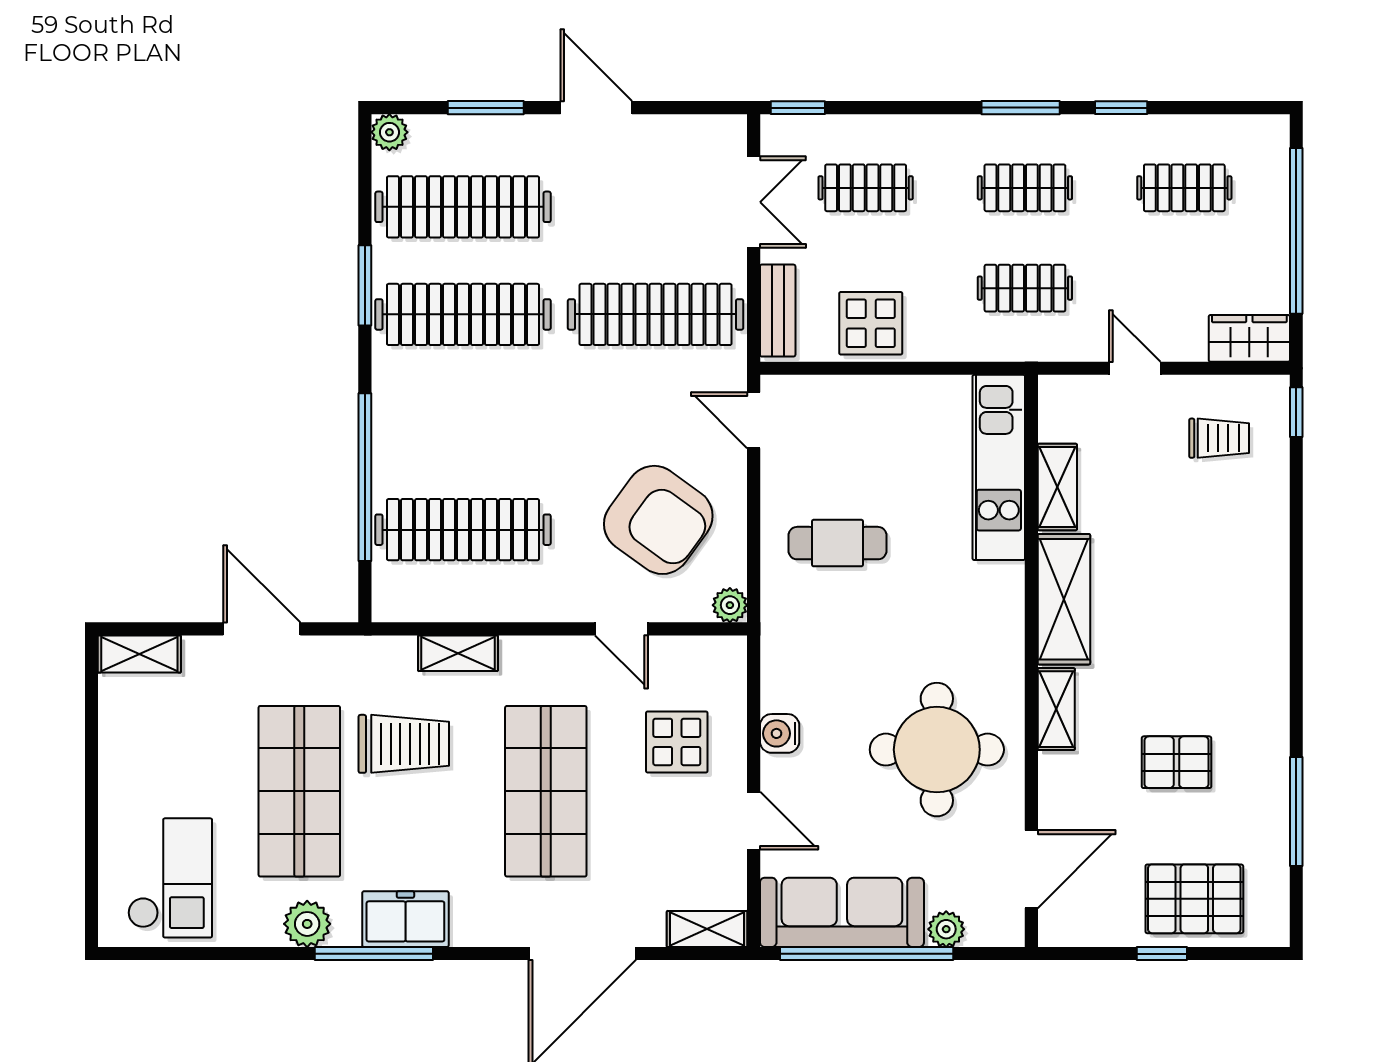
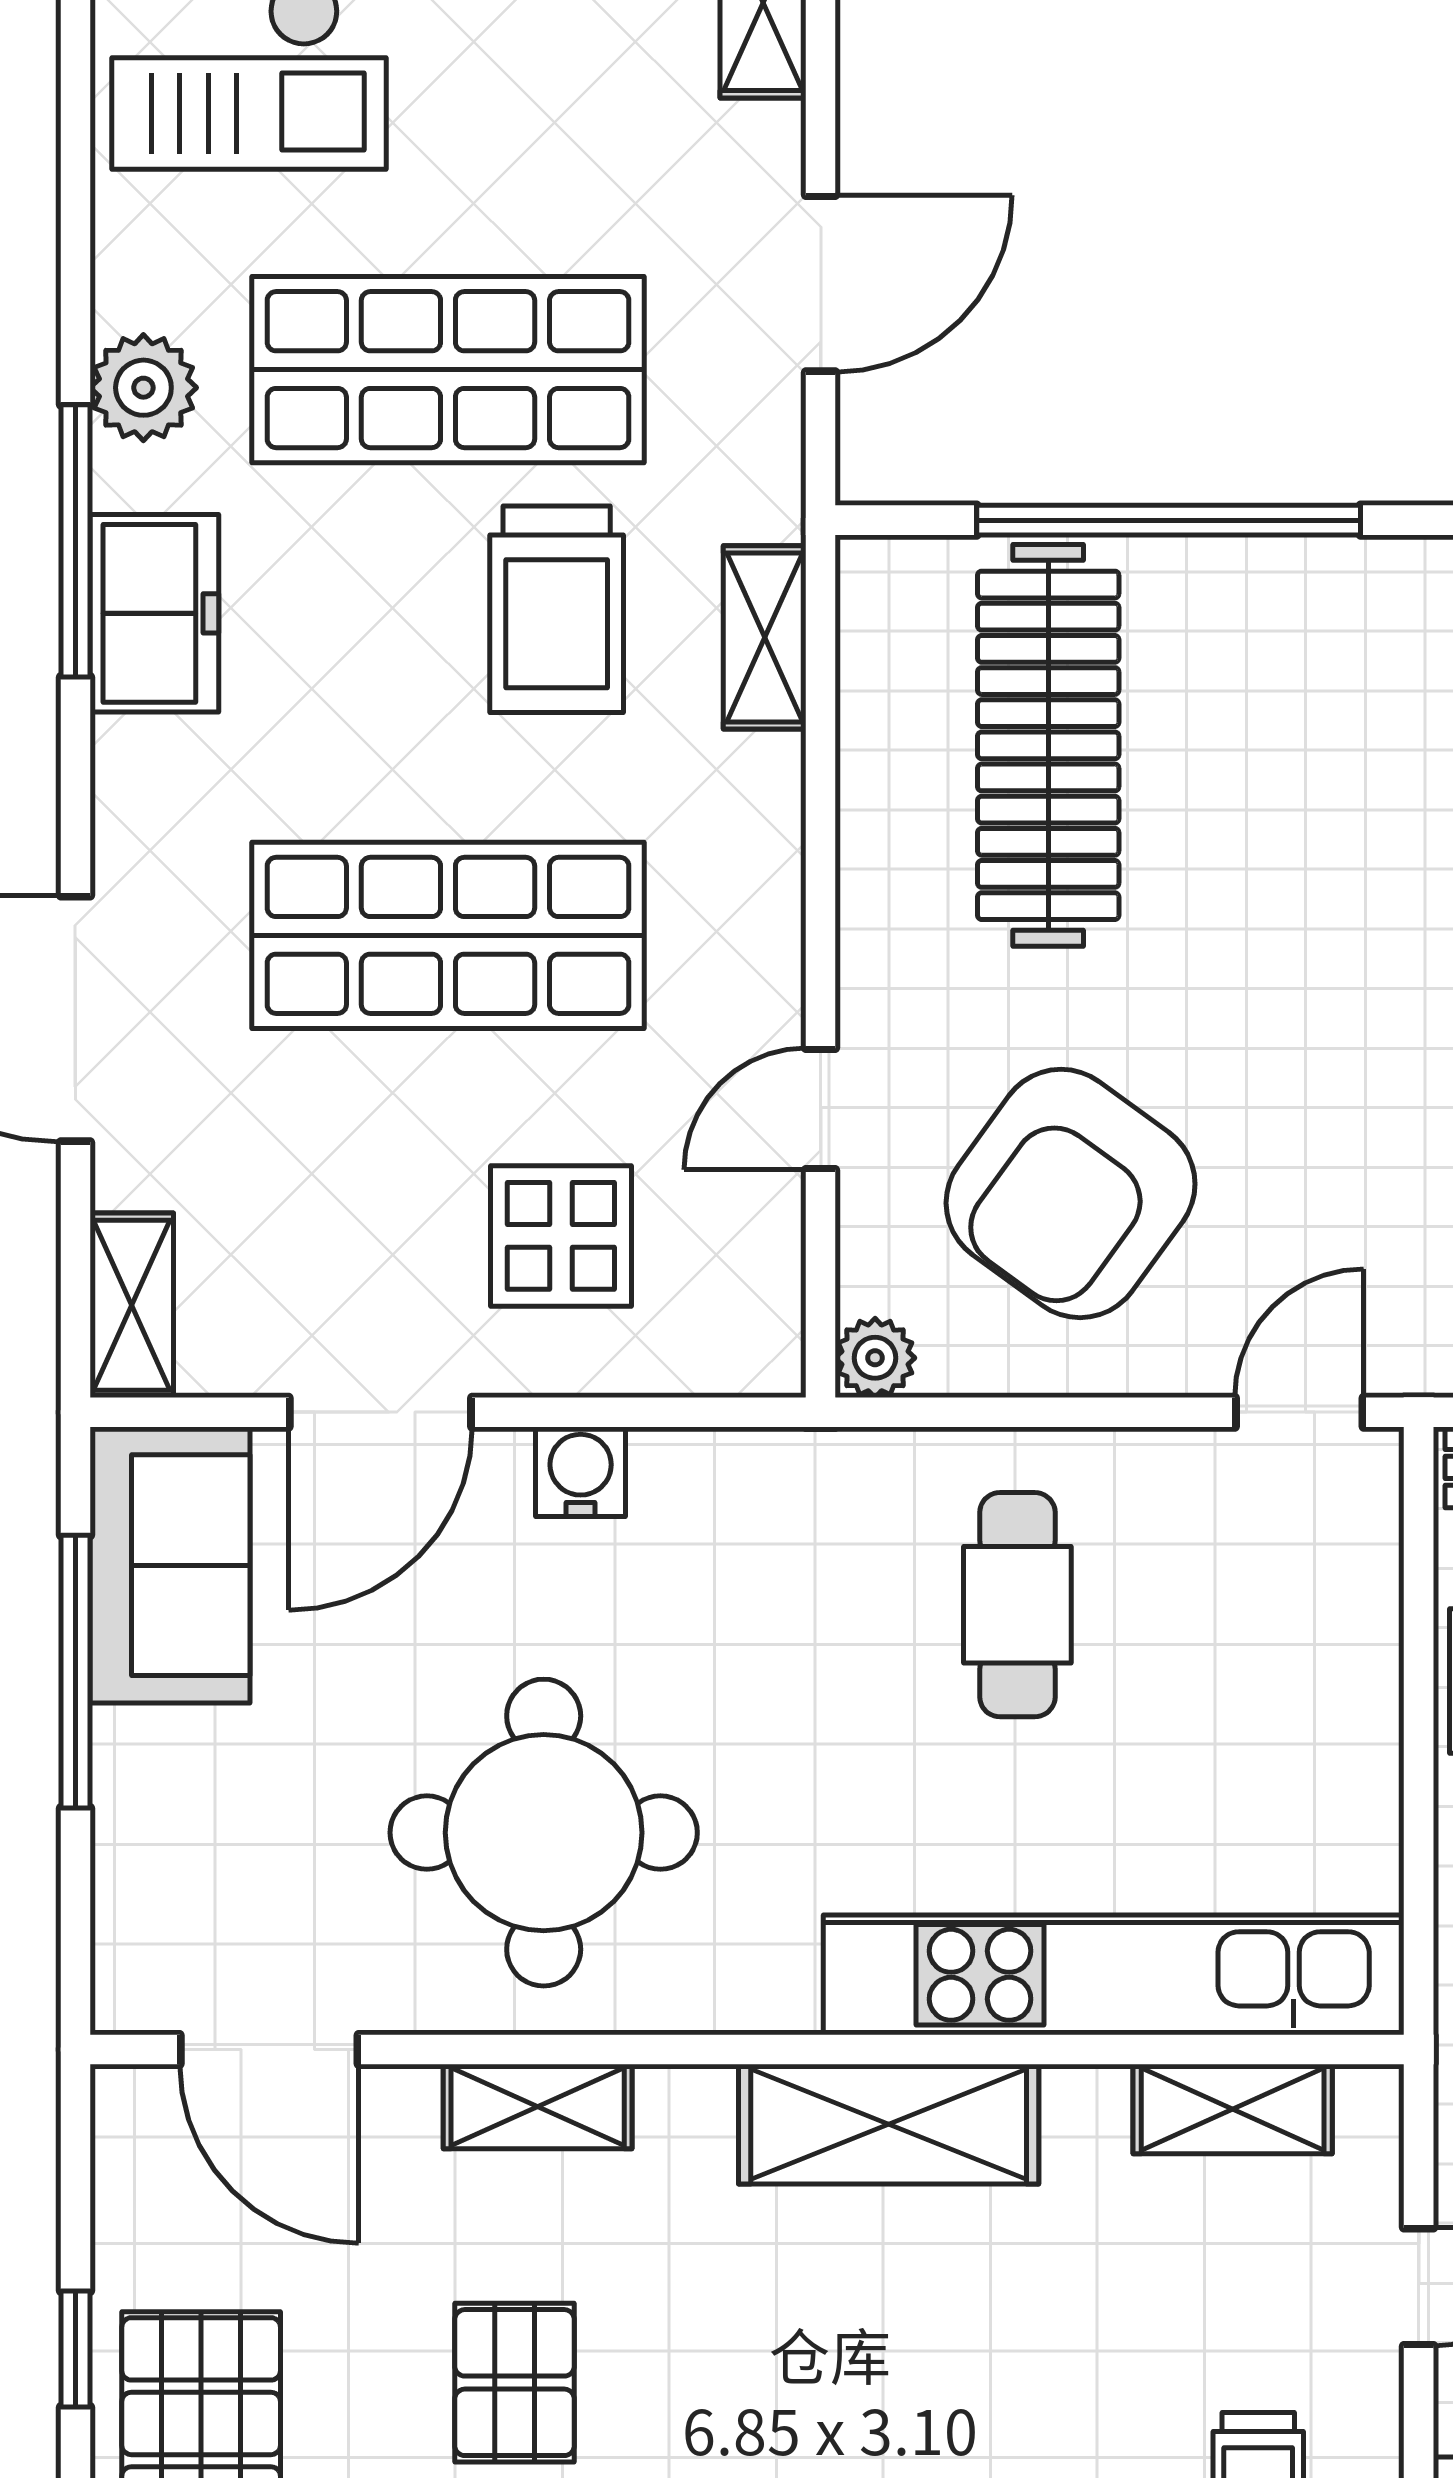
kitchen unit: (999, 467) -> (1114, 1975), width x1.36
shelving: (1057, 487) -> (1233, 2109), moved
shelving: (458, 653) -> (765, 637), moved
shelving: (1056, 709) -> (538, 2107), moved
door: (754, 821) -> (380, 1412), width x1.38
sofa: (842, 912) -> (170, 1565), width x0.73
plant: (946, 929) -> (131, 1854), removed
window: (867, 954) -> (75, 1672), width x0.68

